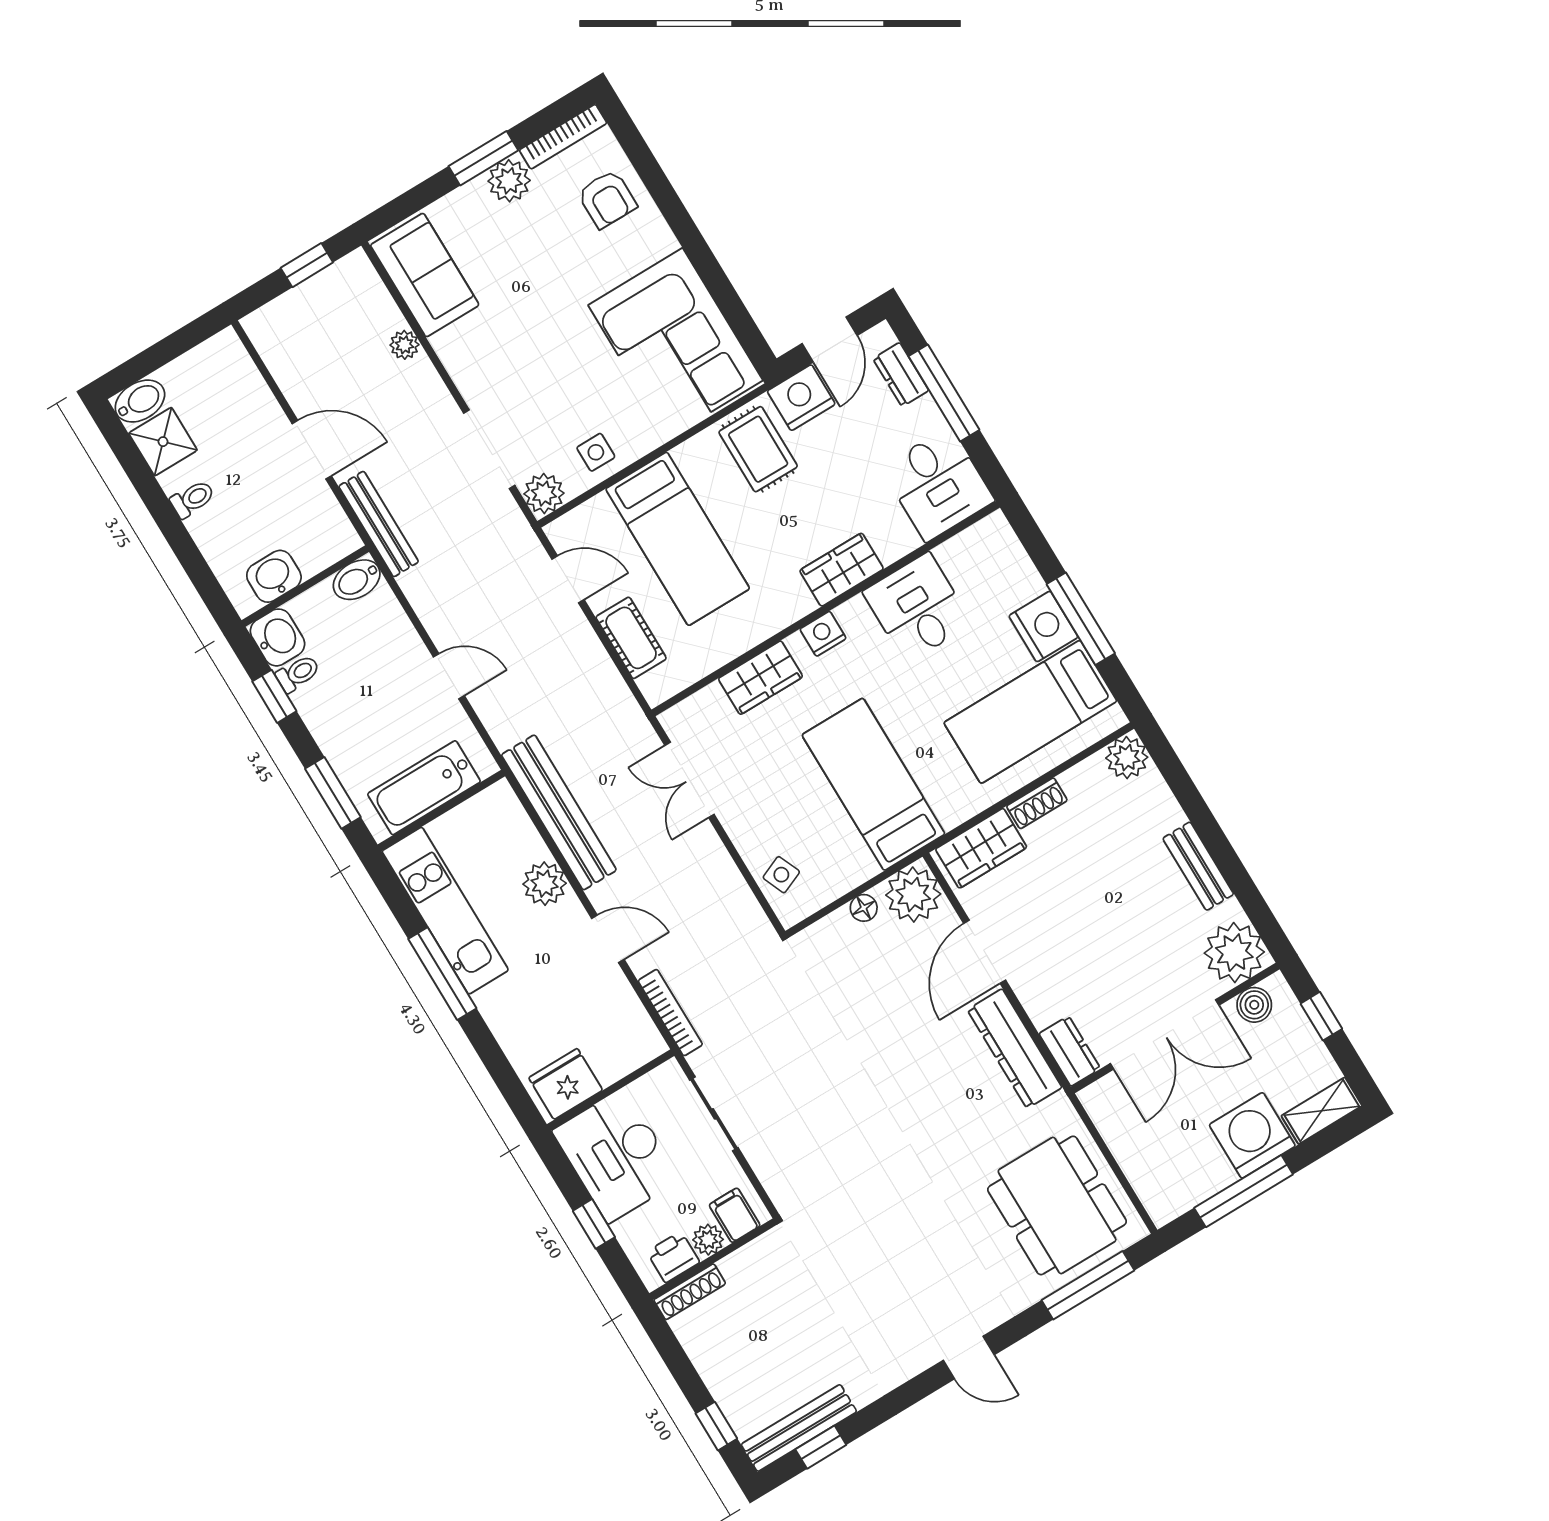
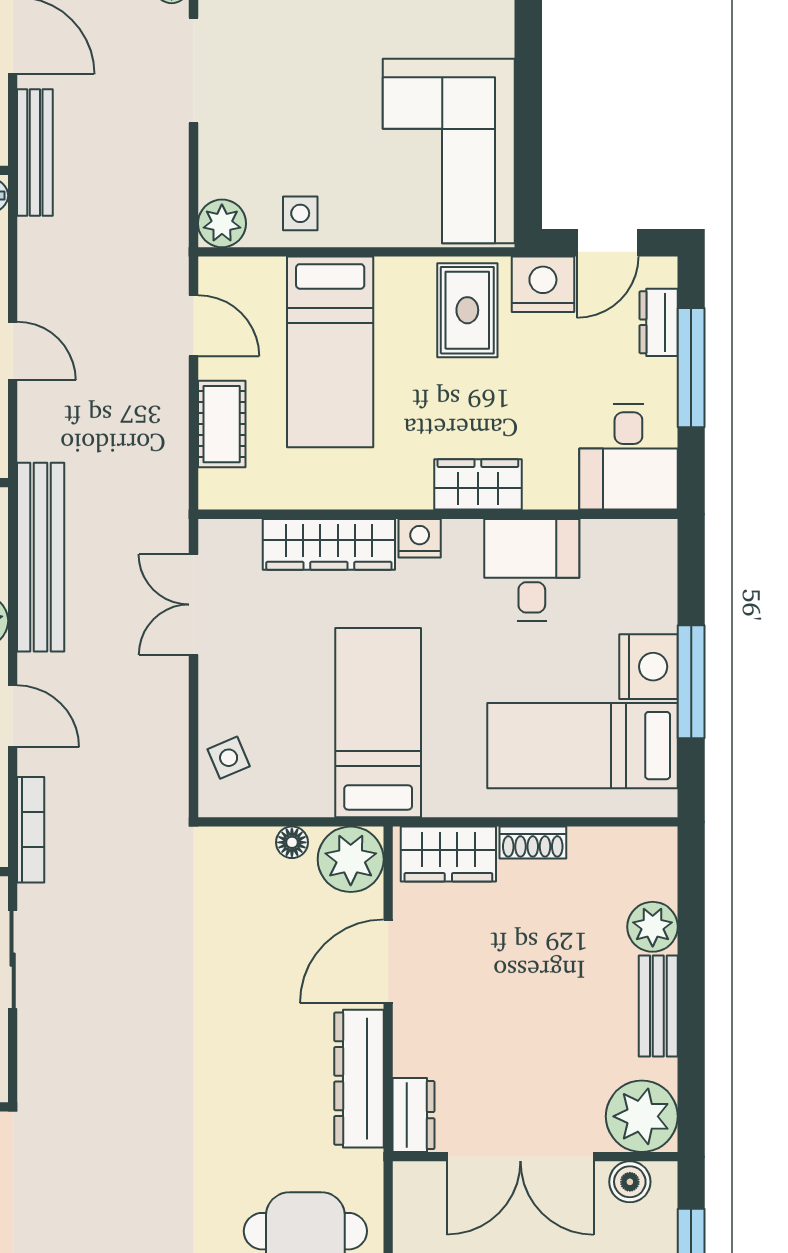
doorway: (489, 449) -> (193, 70), moved
wardrobe: (760, 678) -> (329, 544), width x1.50
plant: (1127, 758) -> (653, 927), moved

